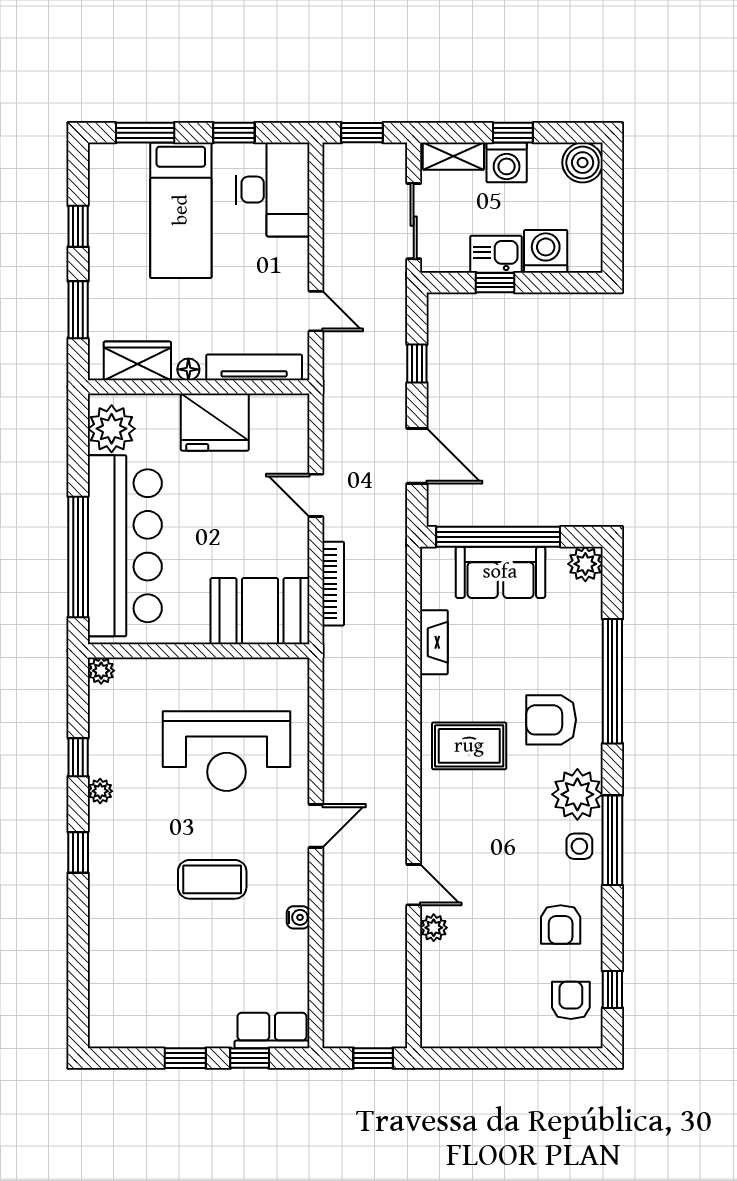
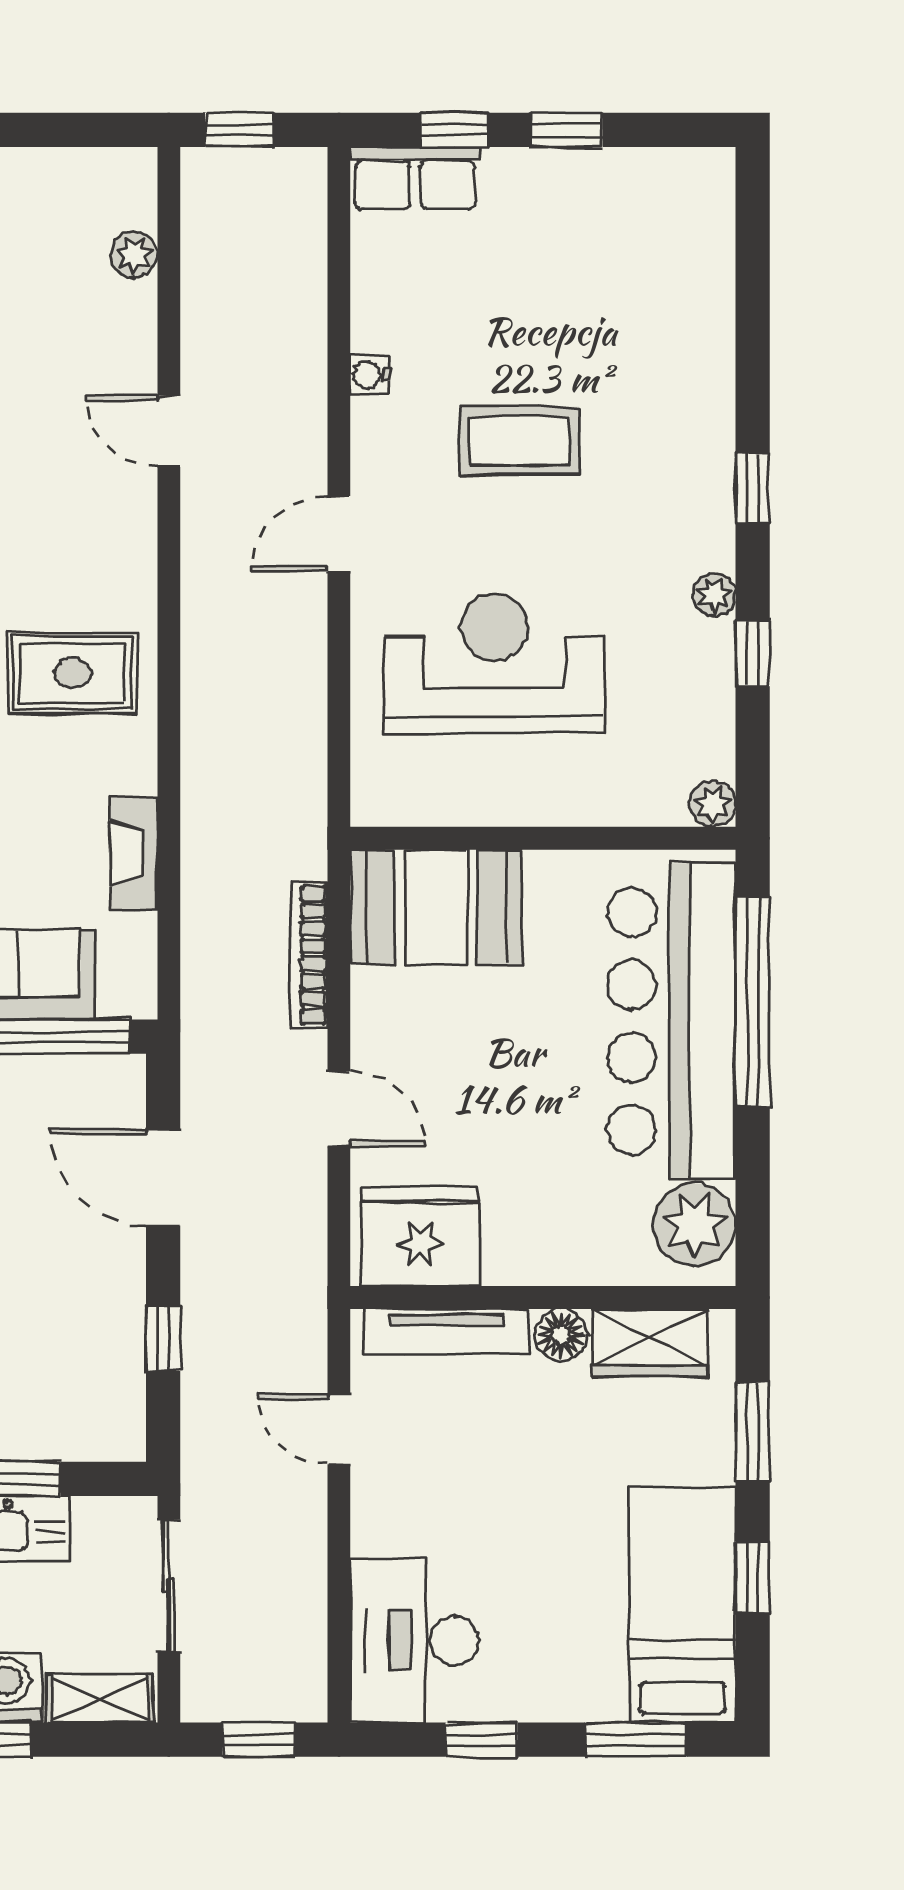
bed: (181, 210) -> (683, 1605), moved
floor lamp: (188, 369) -> (561, 1335), width x1.37, depth x1.37
fridge: (215, 422) -> (420, 1236), moved
plant: (434, 928) -> (134, 255), moved

